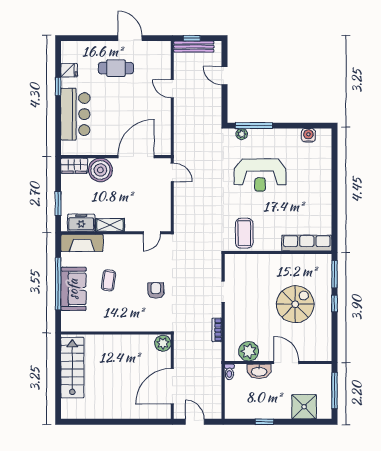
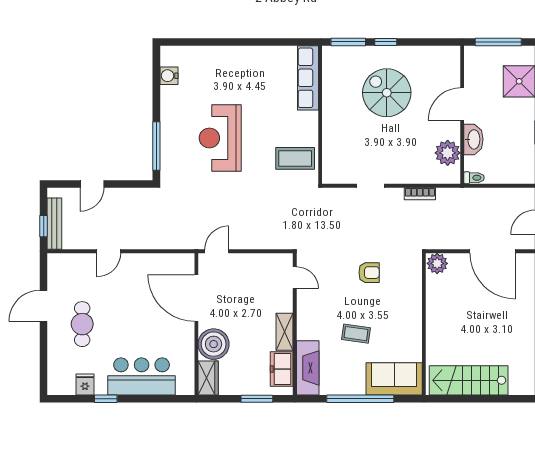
plant: (242, 134) -> (167, 162), removed
reception desk: (260, 175) -> (220, 138), turned 180
sofa: (73, 289) -> (394, 379), moved
armchair: (156, 290) -> (369, 273), turned 180

